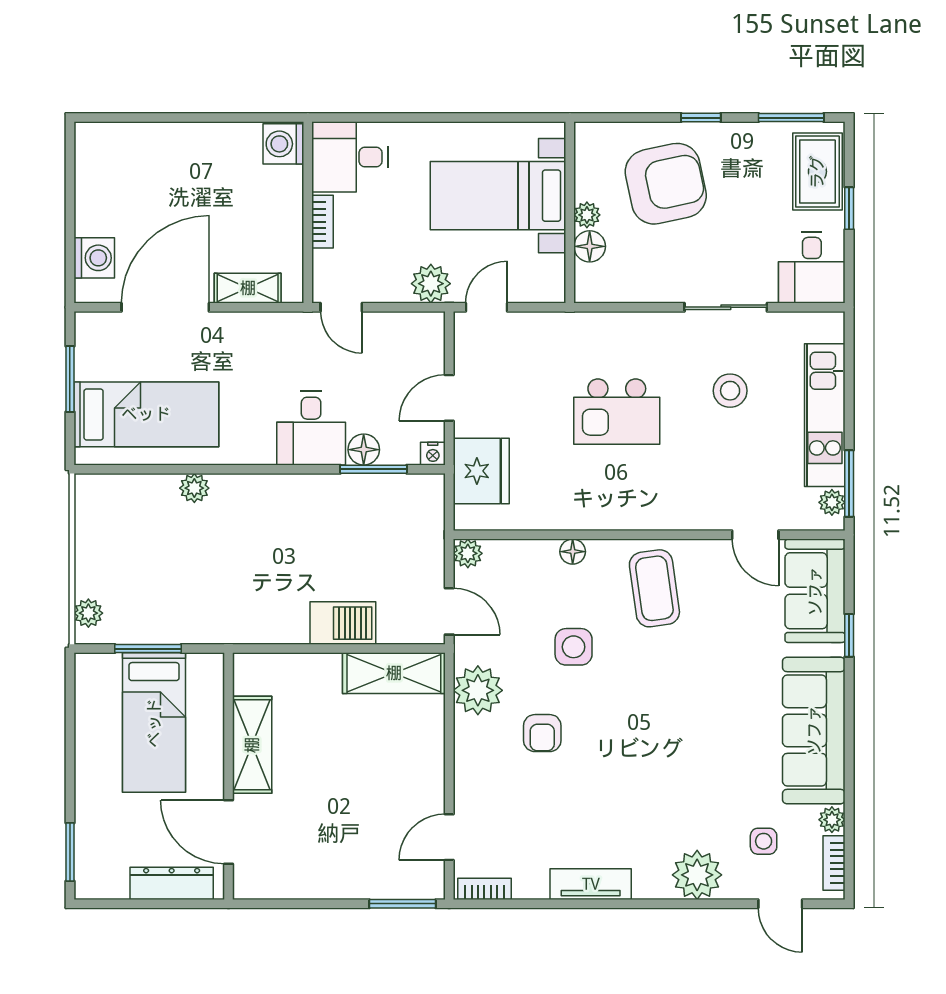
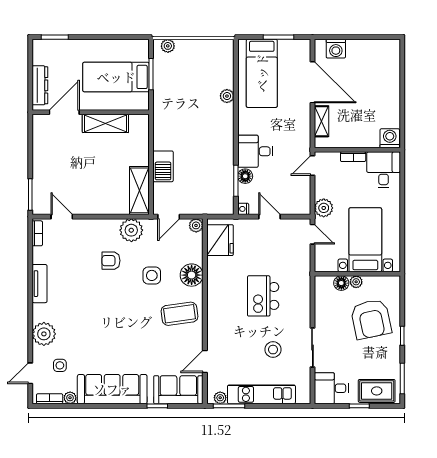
fridge: (481, 471) -> (220, 240), moved, turned -90
floor lamp: (573, 552) -> (192, 275), width x1.89, depth x1.89

